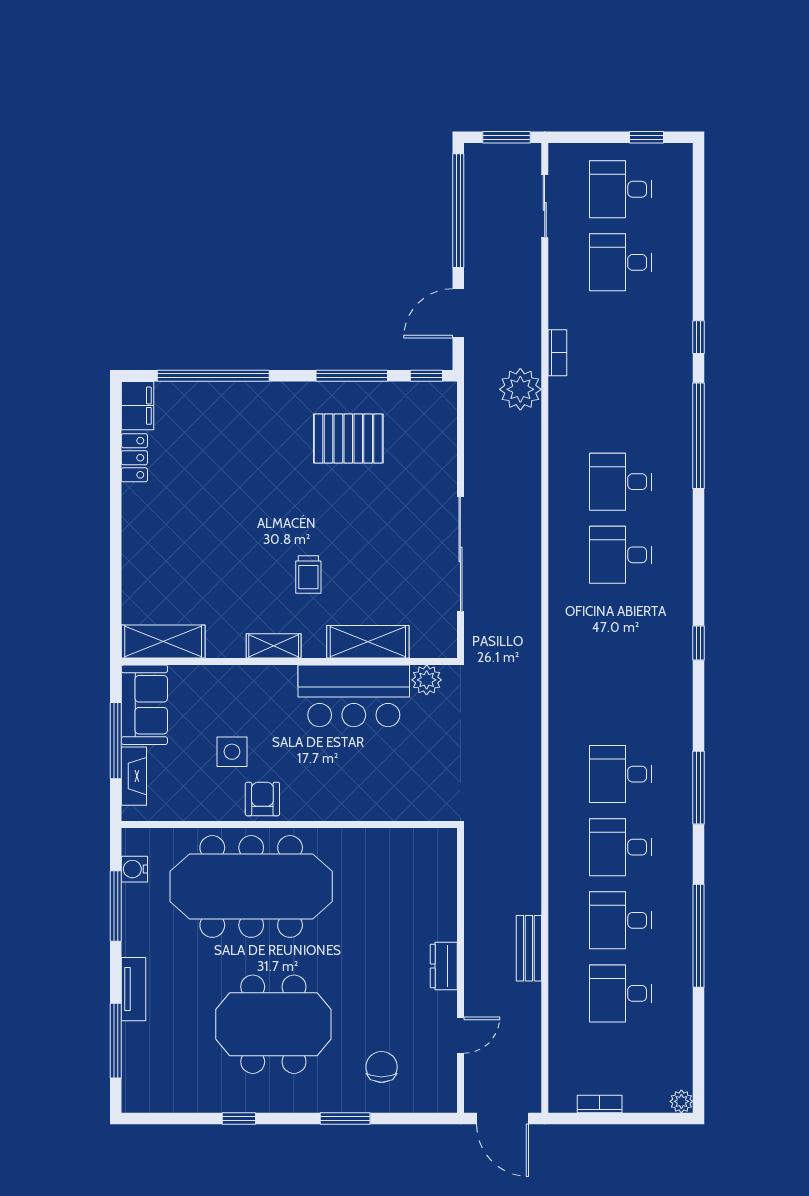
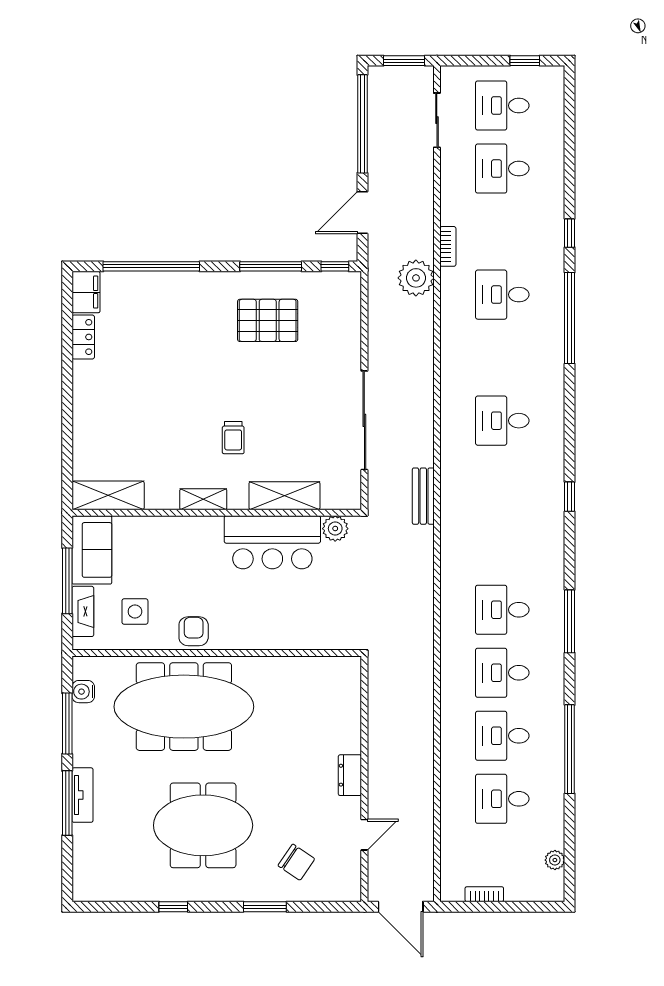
desk: (620, 482) -> (502, 295), moved
side table: (232, 752) -> (135, 612), moved
bench: (529, 948) -> (423, 496), moved
window: (116, 1041) -> (67, 803), moved
chair: (382, 1067) -> (296, 862), turned 124
plant: (681, 1101) -> (555, 860), moved

